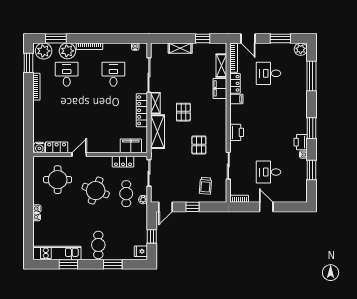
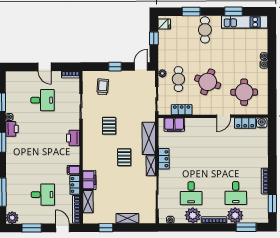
plant: (44, 51) -> (193, 215), moved
locker: (142, 110) -> (164, 159), width x0.66

